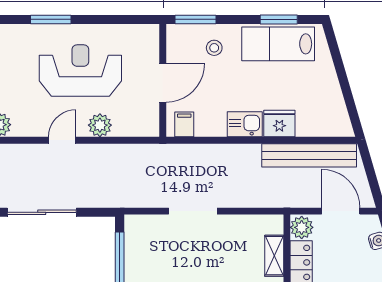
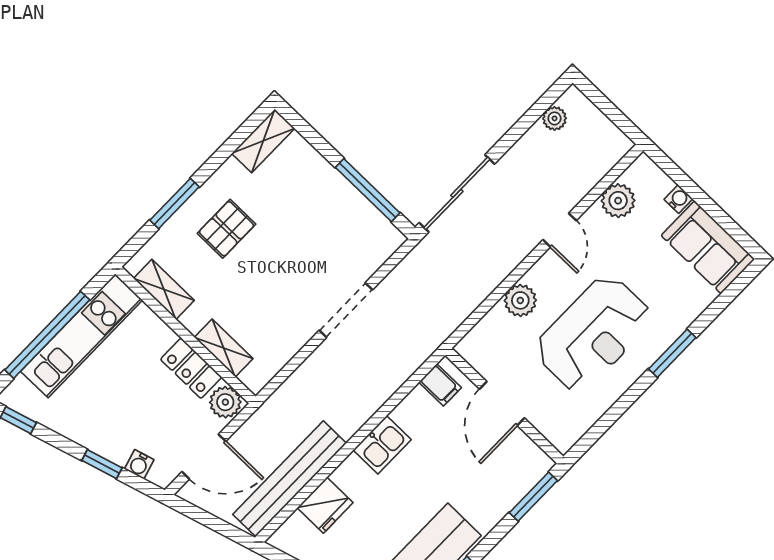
stool: (214, 48) -> (487, 488), removed
fridge: (279, 124) -> (325, 505), moved
door: (62, 140) -> (560, 230), moved
sliding door: (42, 212) -> (457, 193), moved

